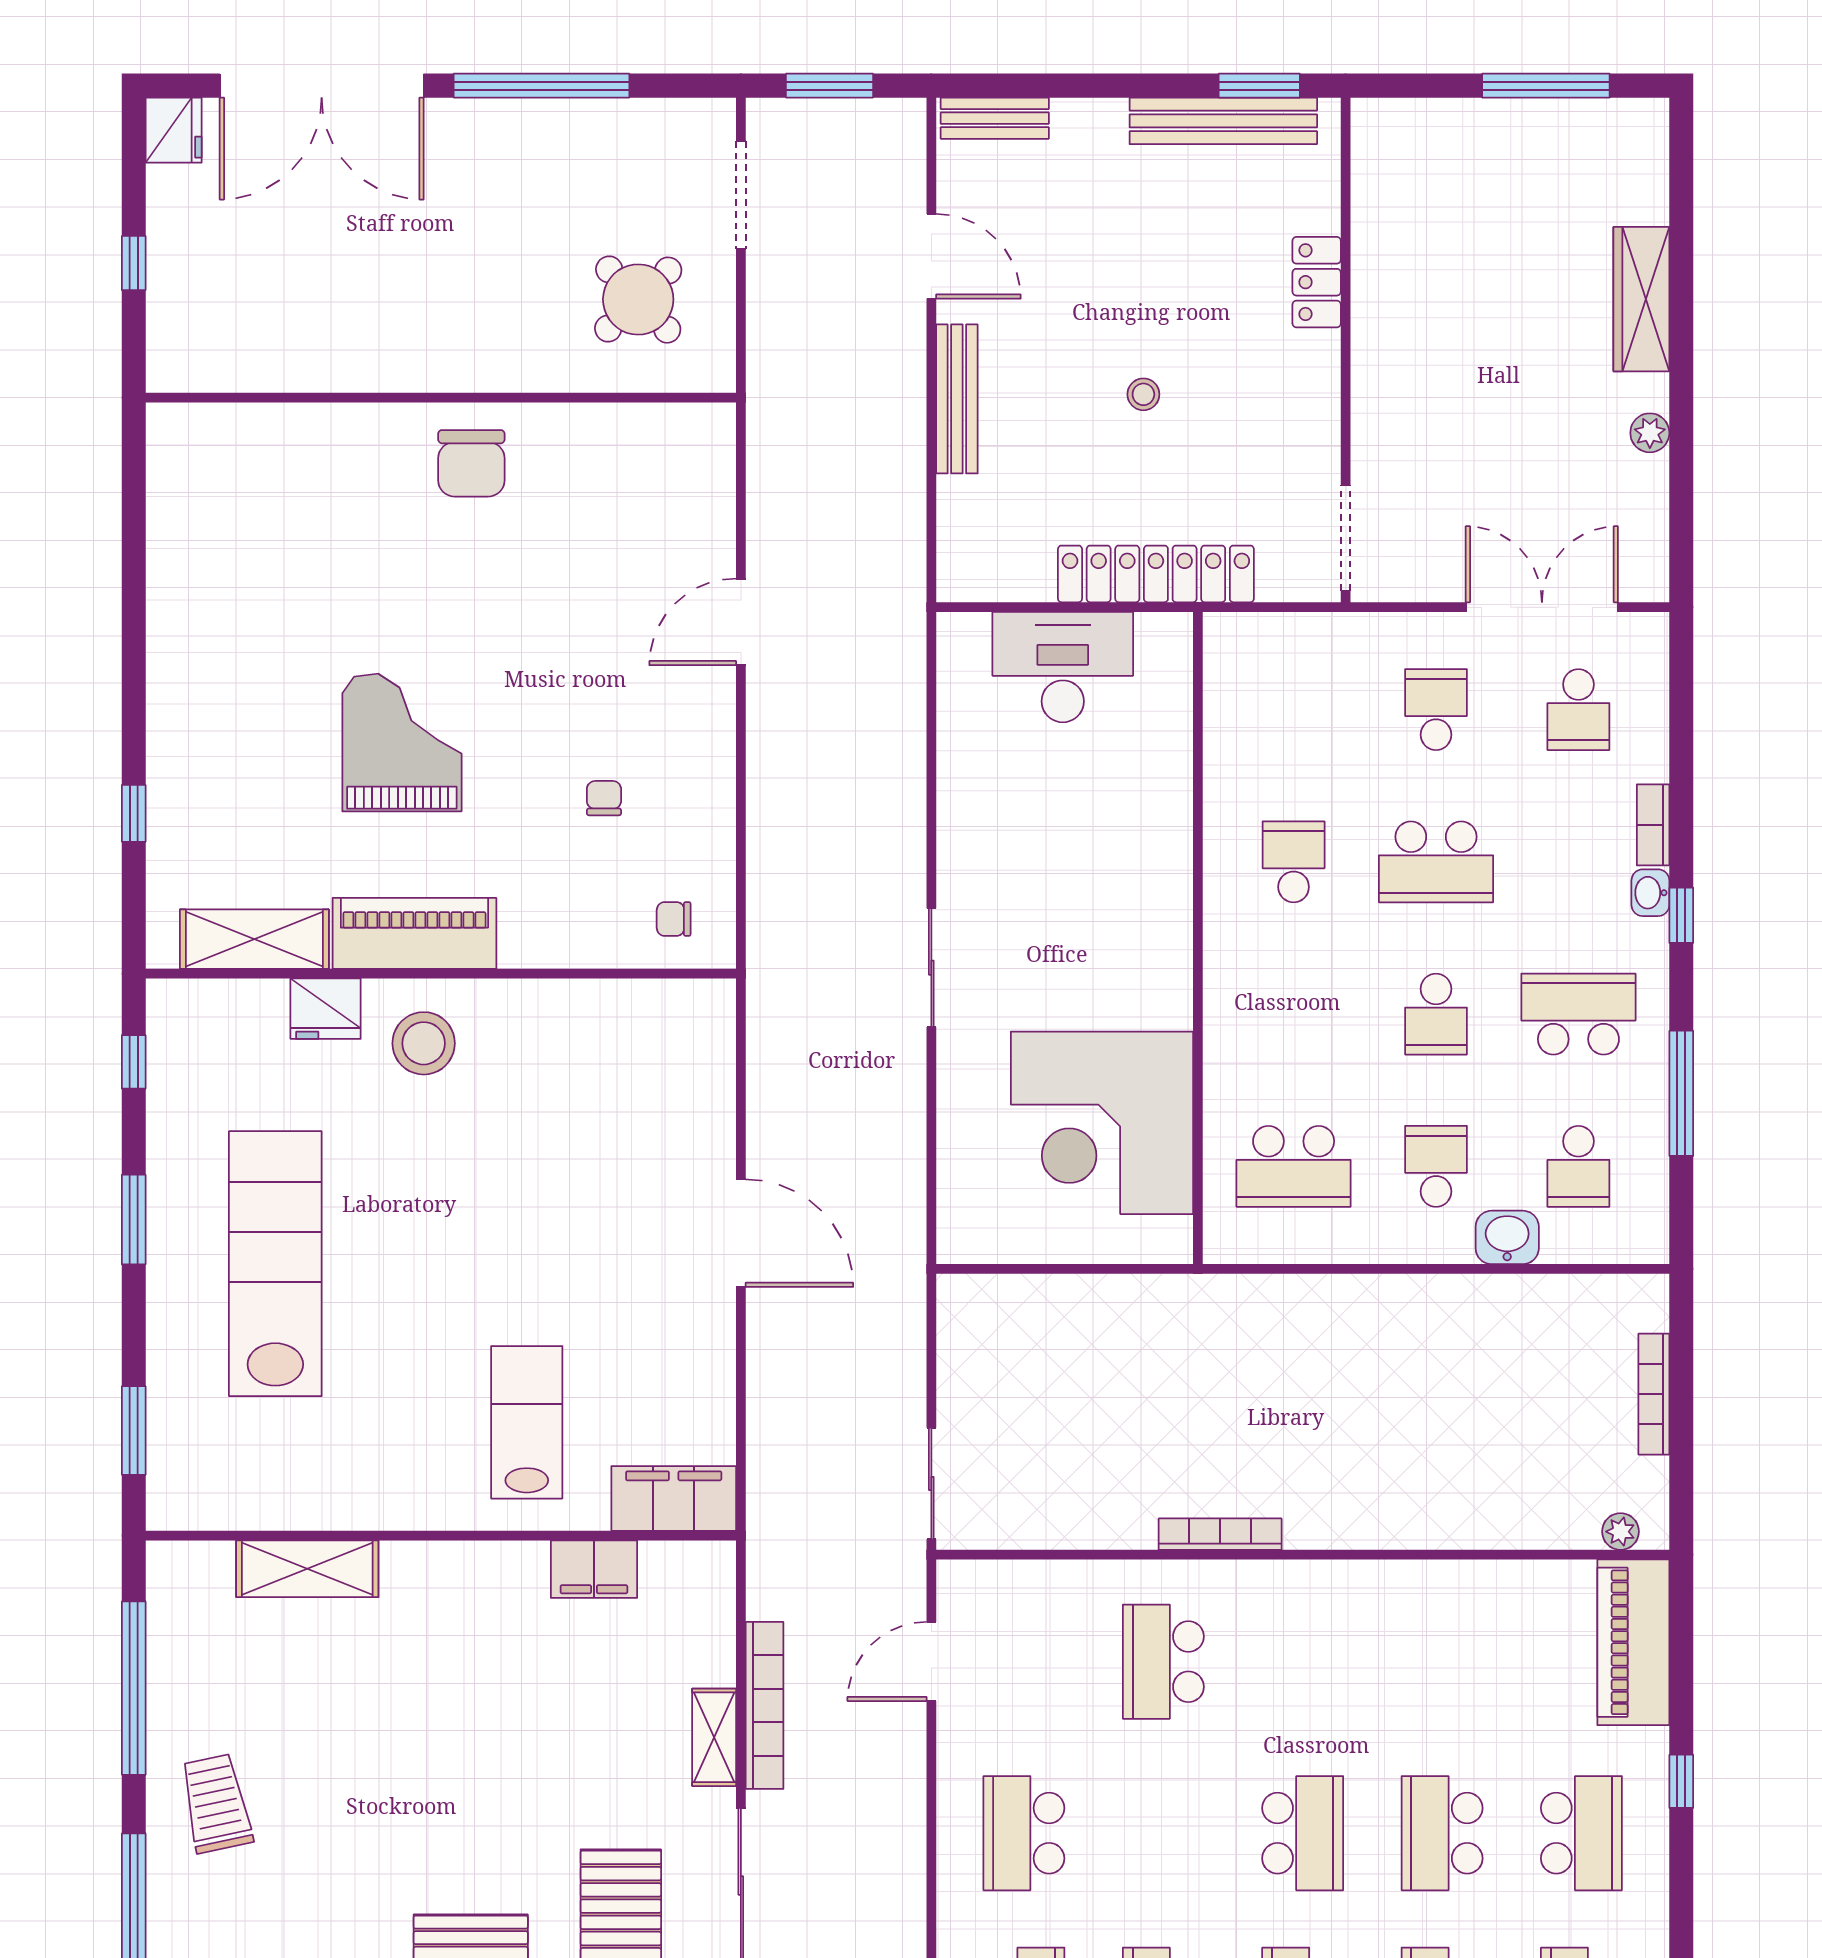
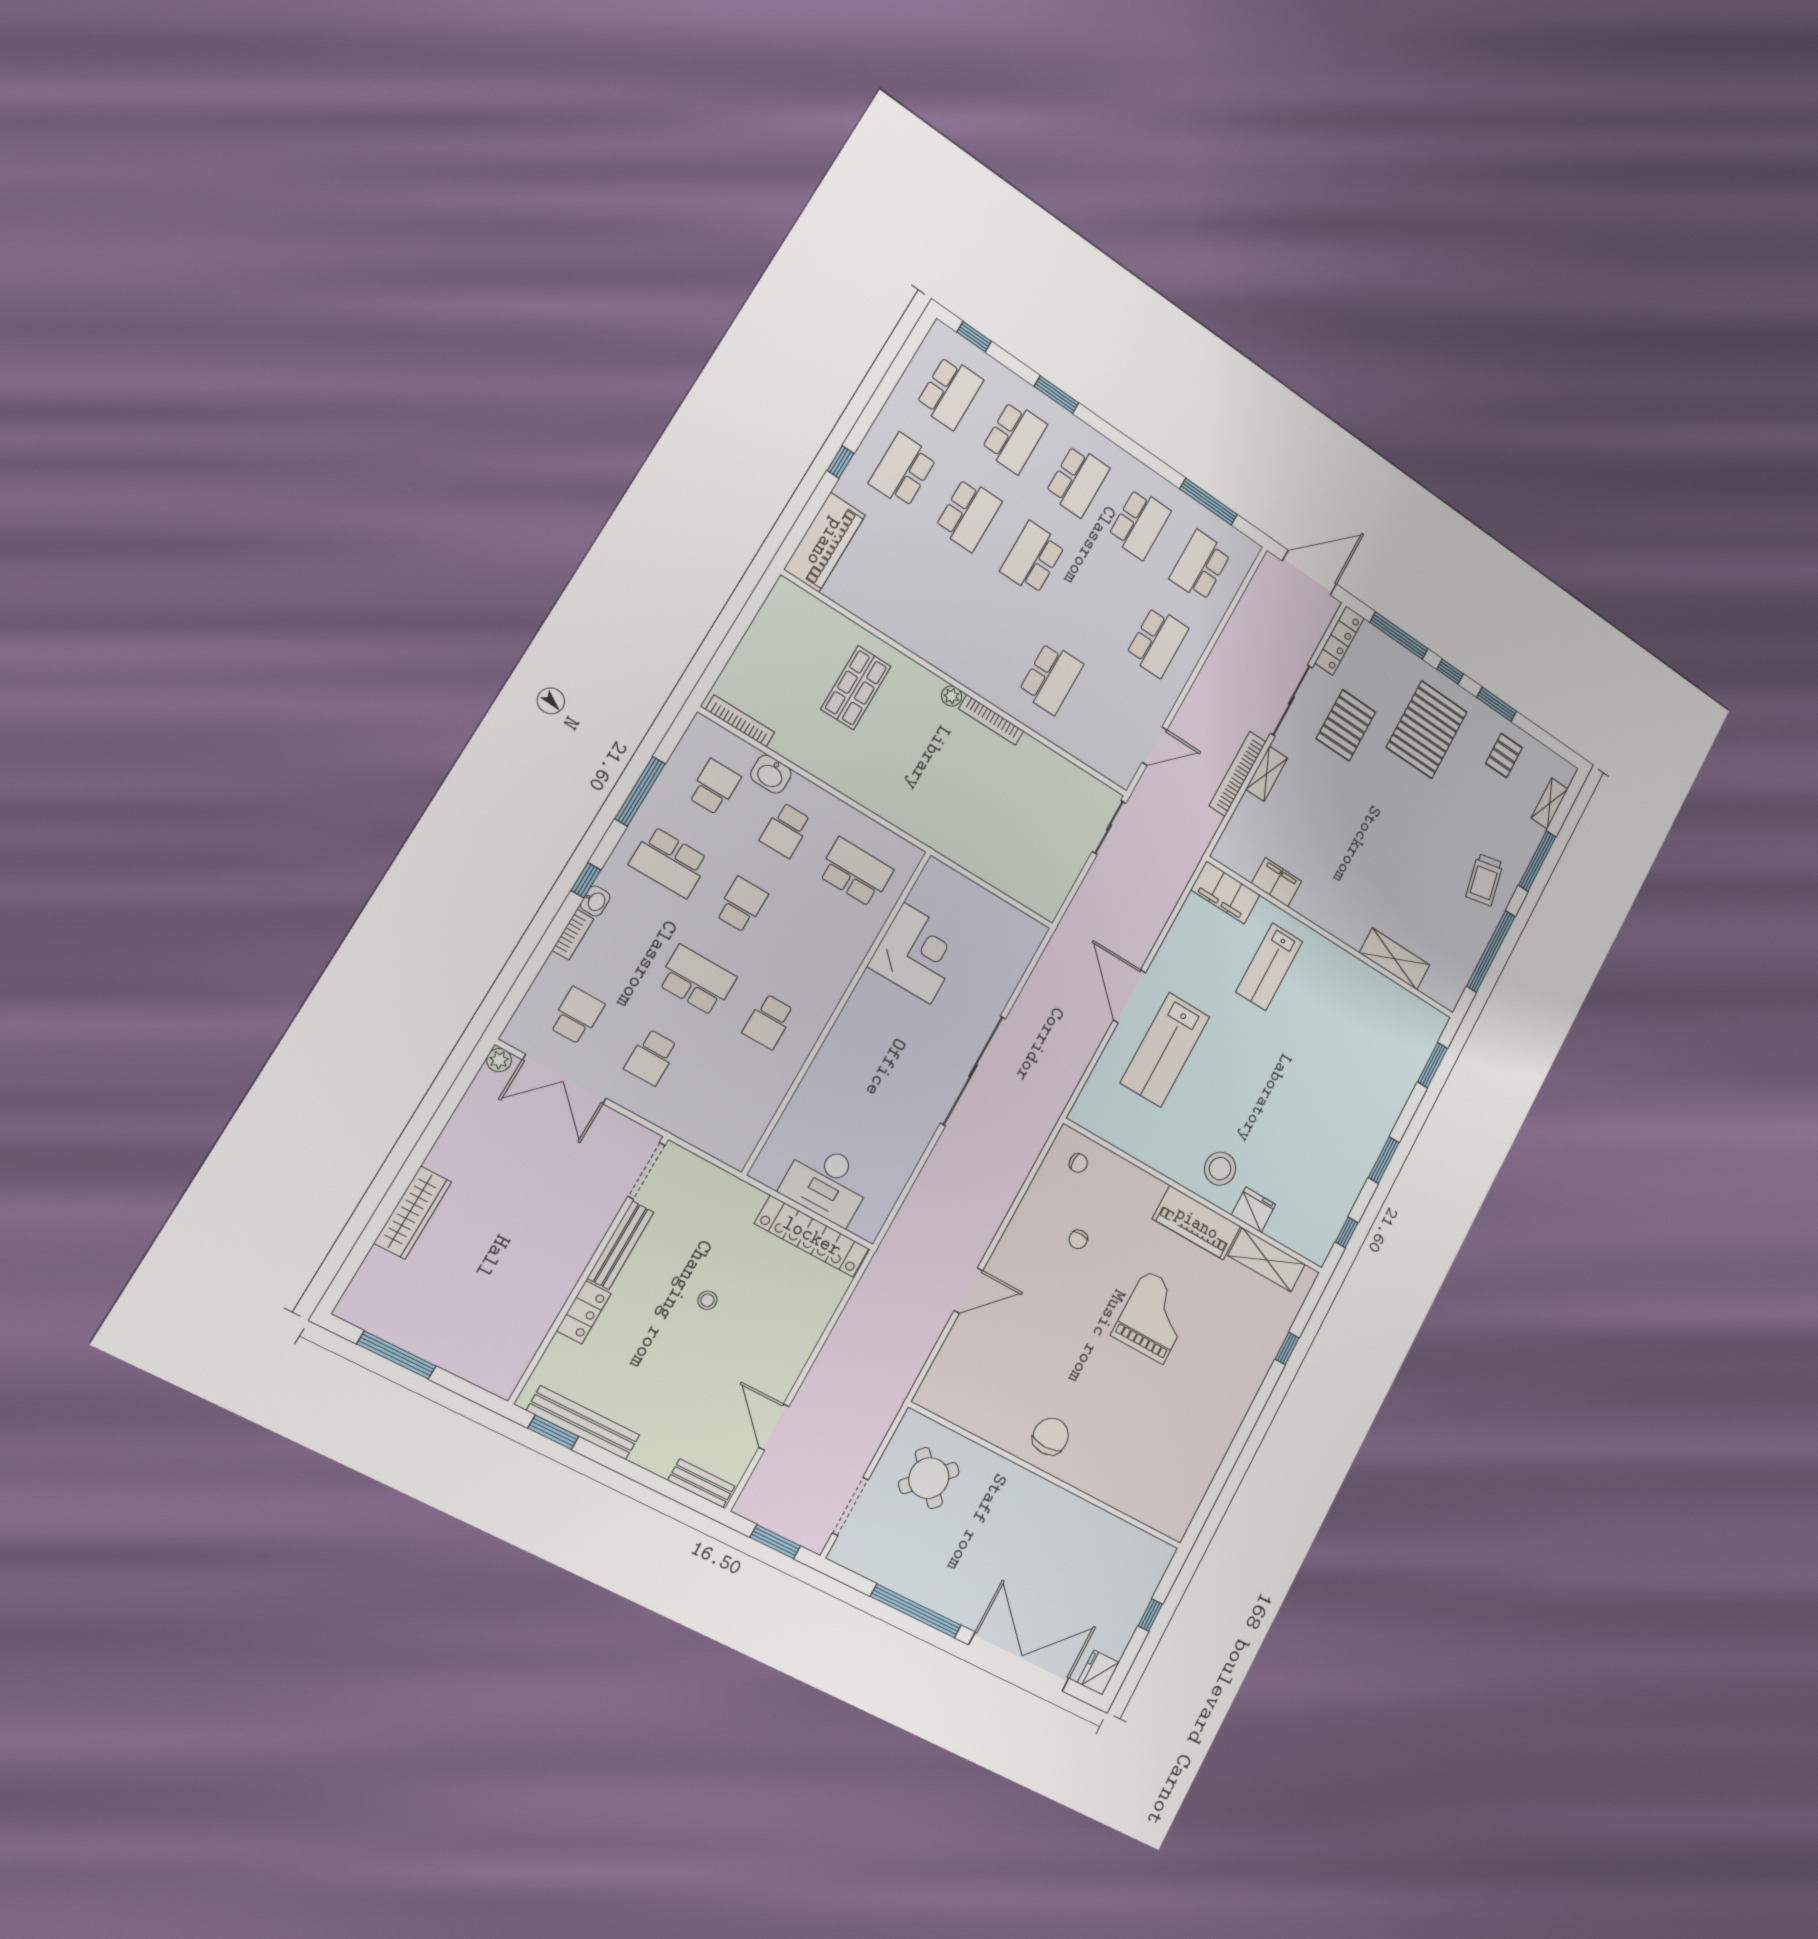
bench: (957, 399) -> (621, 1245), moved
plant: (1650, 433) -> (499, 1060), moved
locker: (1156, 574) -> (812, 1236), moved
grand piano: (402, 743) -> (1154, 1317), turned 180
sliding door: (931, 968) -> (973, 1071), width x1.86
corner desk: (1102, 1123) -> (917, 953), width x0.74, depth x0.74
lab bench: (275, 1264) -> (1165, 1050), moved, width x0.73
bookcase: (1654, 1394) -> (740, 721), moved, turned -90
shop shelf: (1457, 1450) -> (856, 688), added
plant: (1620, 1532) -> (952, 696), moved

